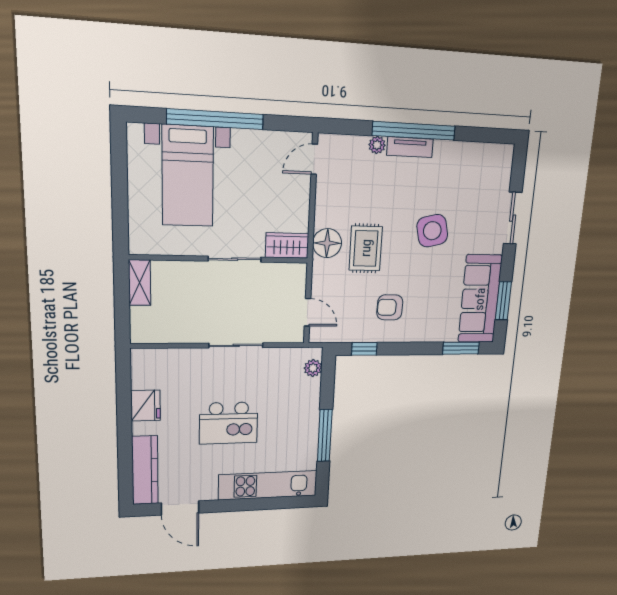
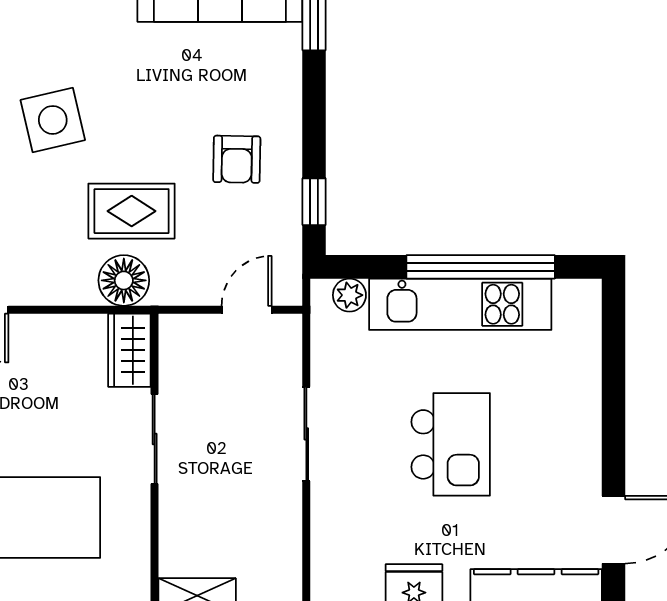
side table: (432, 231) -> (53, 120), moved
window: (325, 435) -> (481, 267), width x1.46
kitchen unit: (268, 485) -> (460, 304), moved, turned -90

